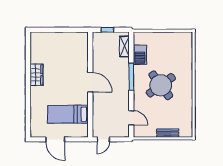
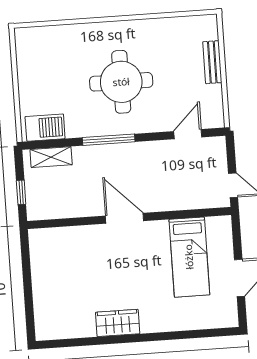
barbecue: (140, 55) -> (45, 128), moved
door: (90, 82) -> (125, 218), hinge flipped
round table: (161, 85) -> (121, 82), turned 36

